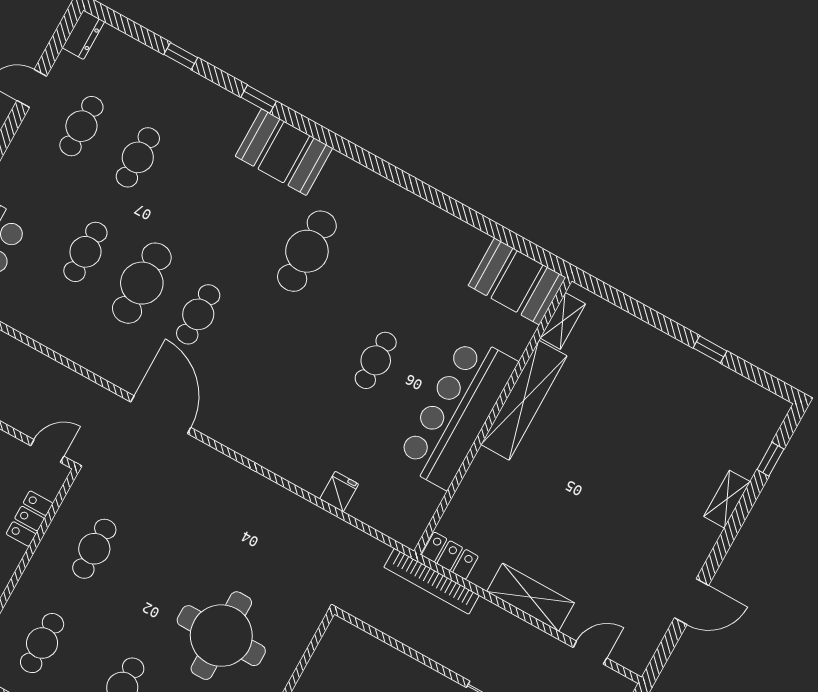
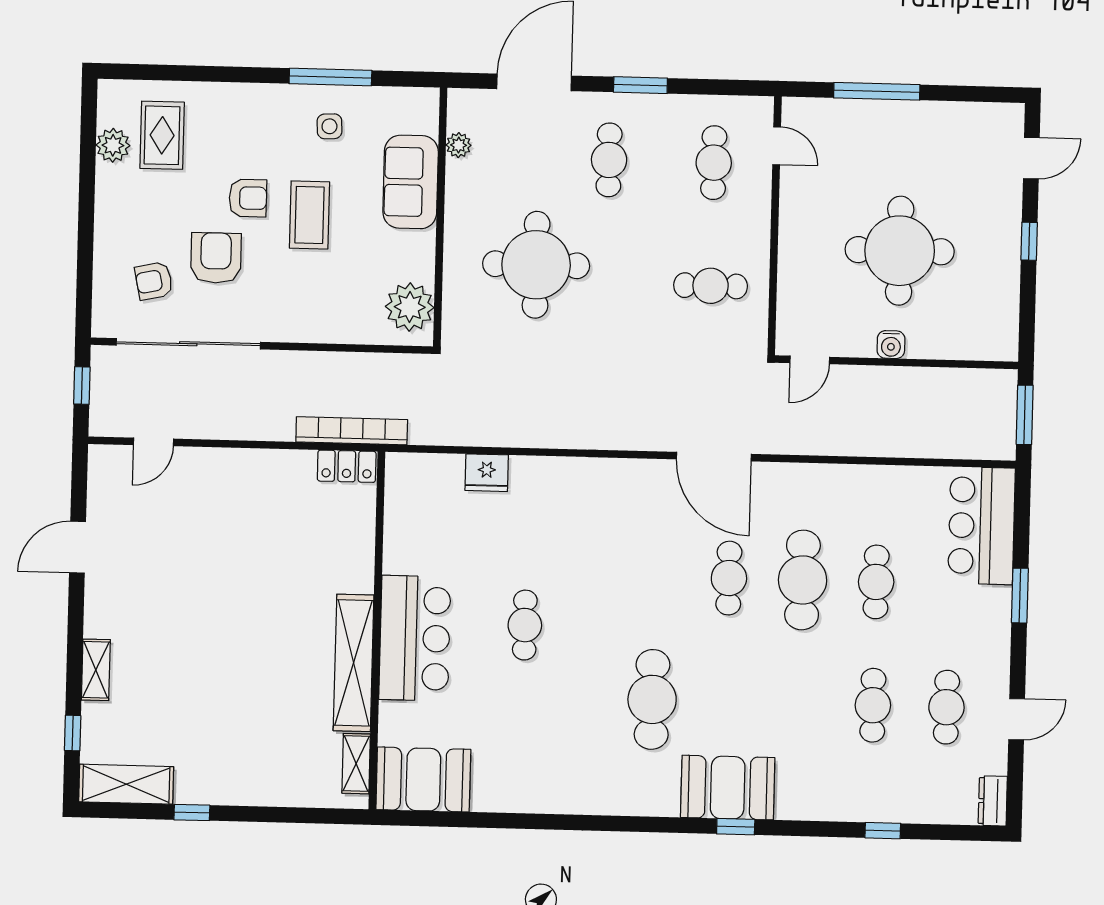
window: (259, 99) -> (736, 827), moved
bar counter: (457, 412) -> (415, 638), width x0.73
fridge: (339, 492) -> (487, 473), width x1.38
locker: (30, 519) -> (792, 282), removed
cafe table: (94, 549) -> (711, 286), turned 90
shelving: (531, 597) -> (126, 784), moved
plant: (336, 654) -> (410, 307), added

